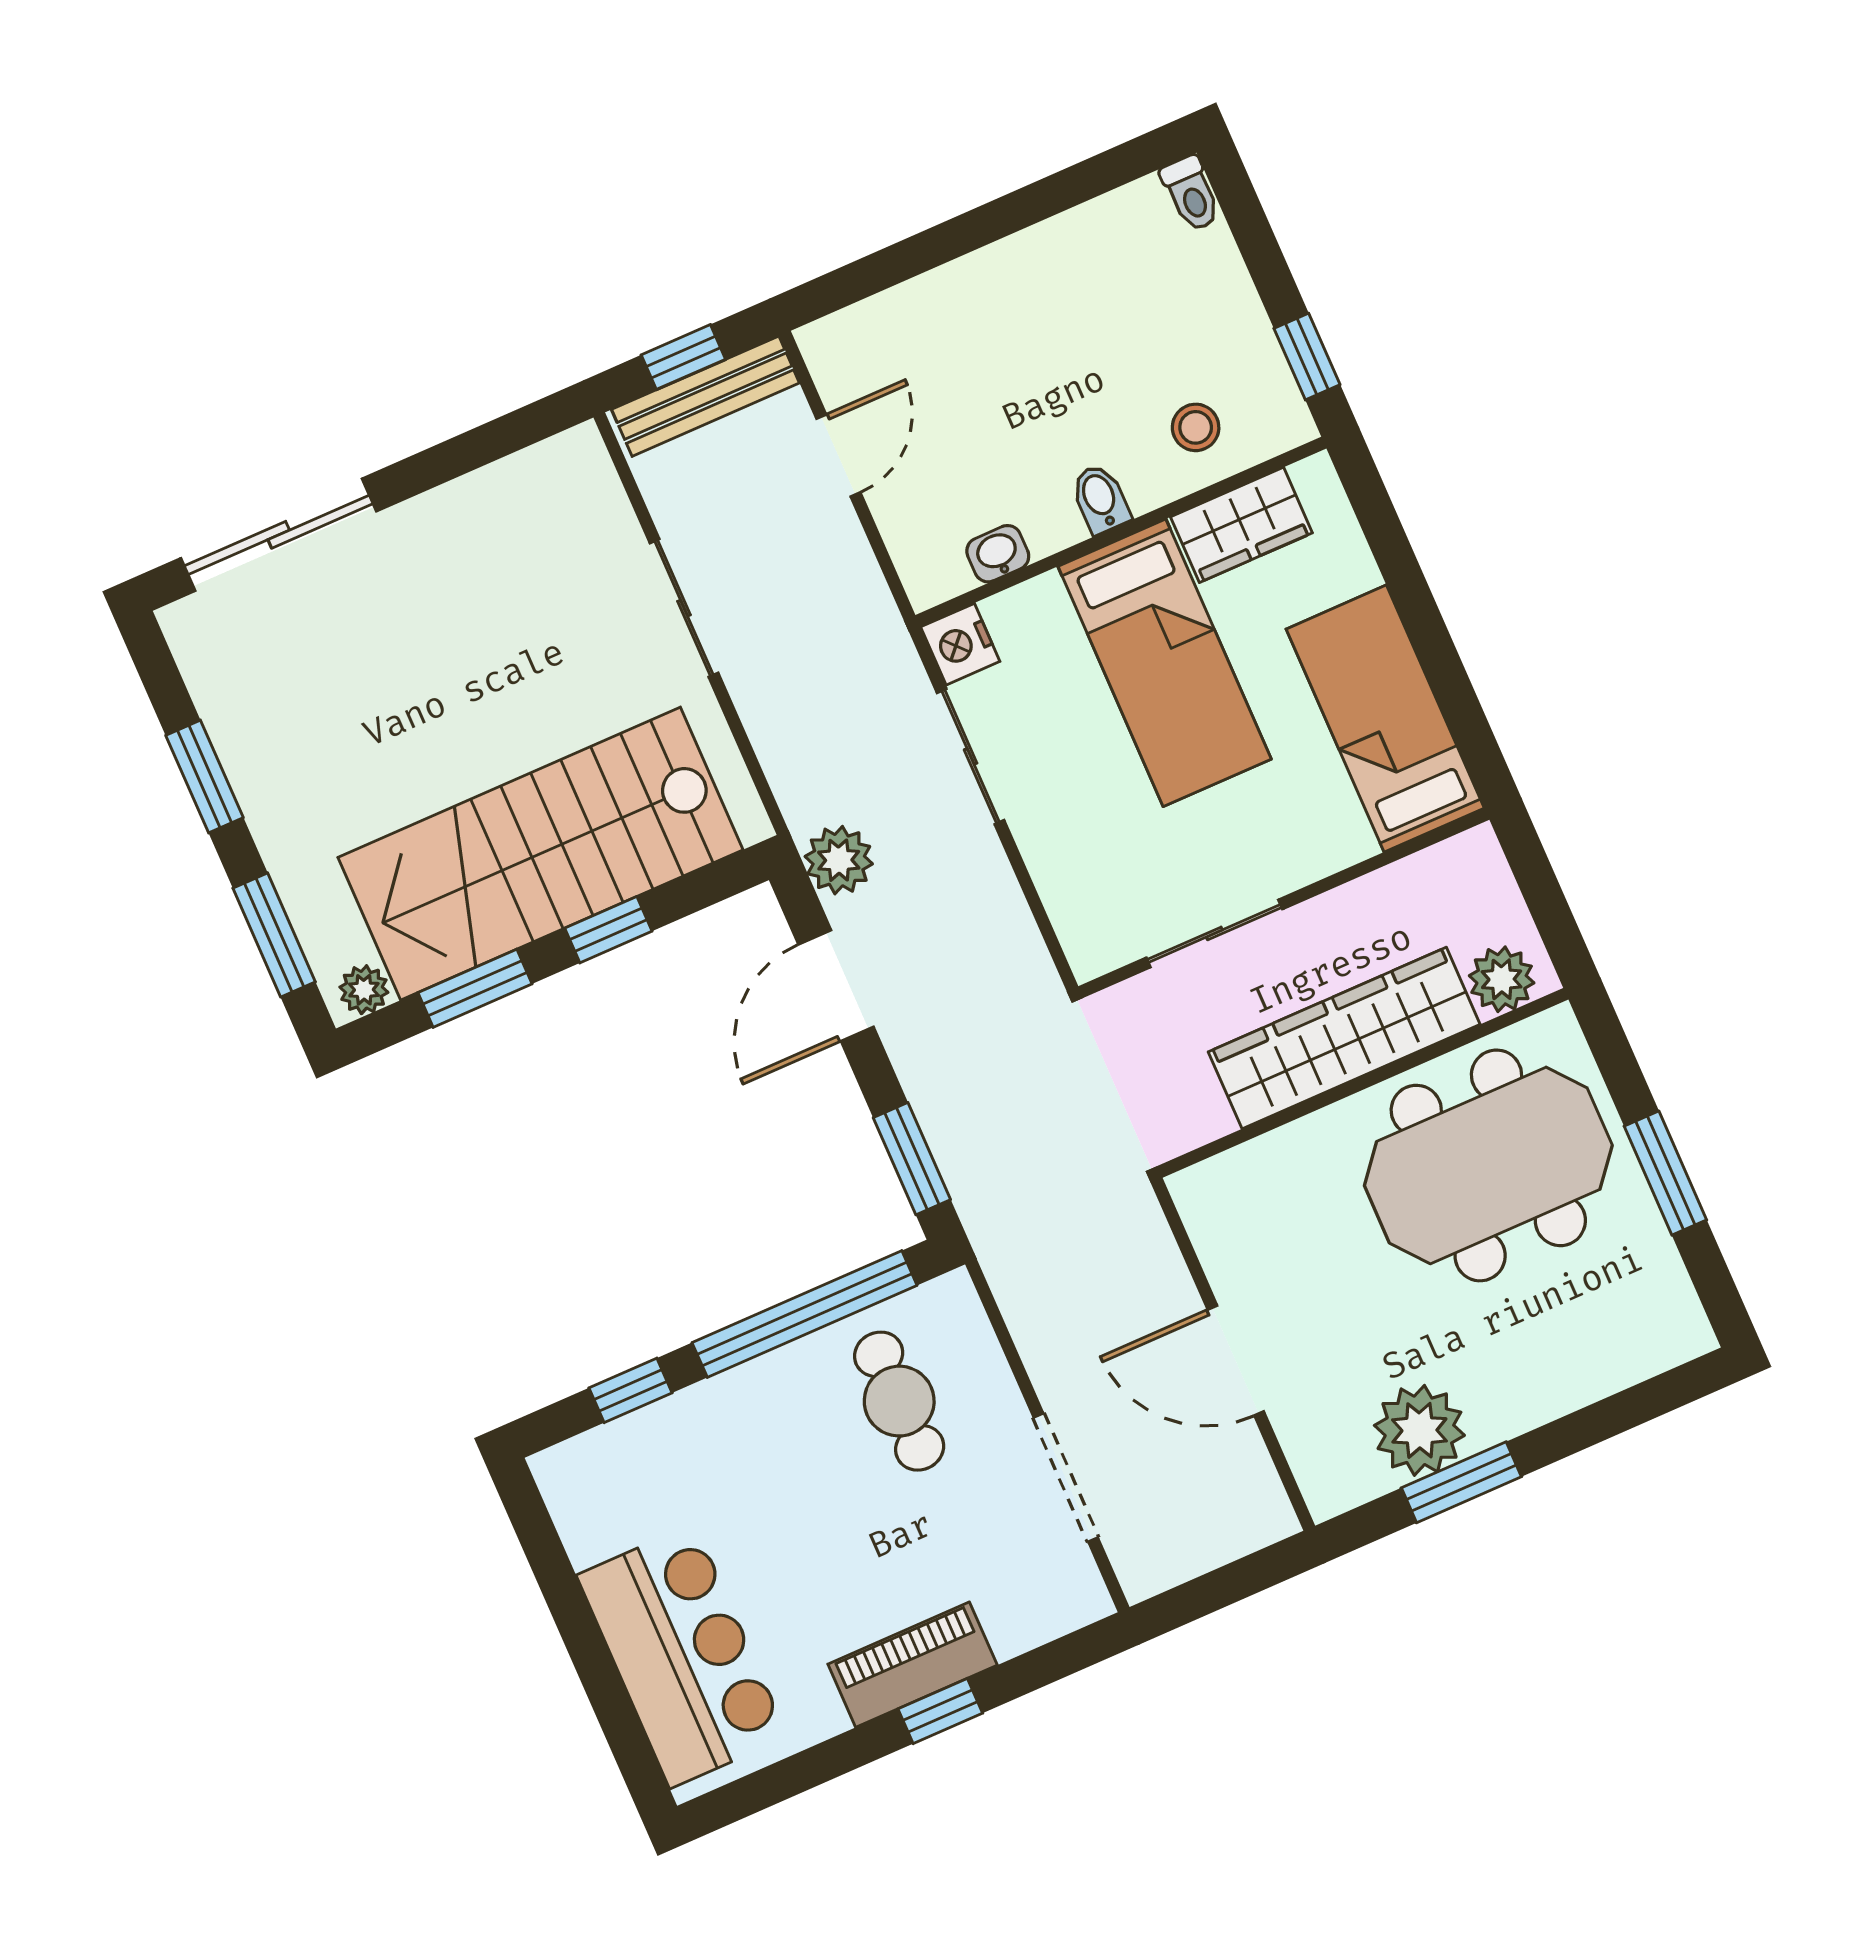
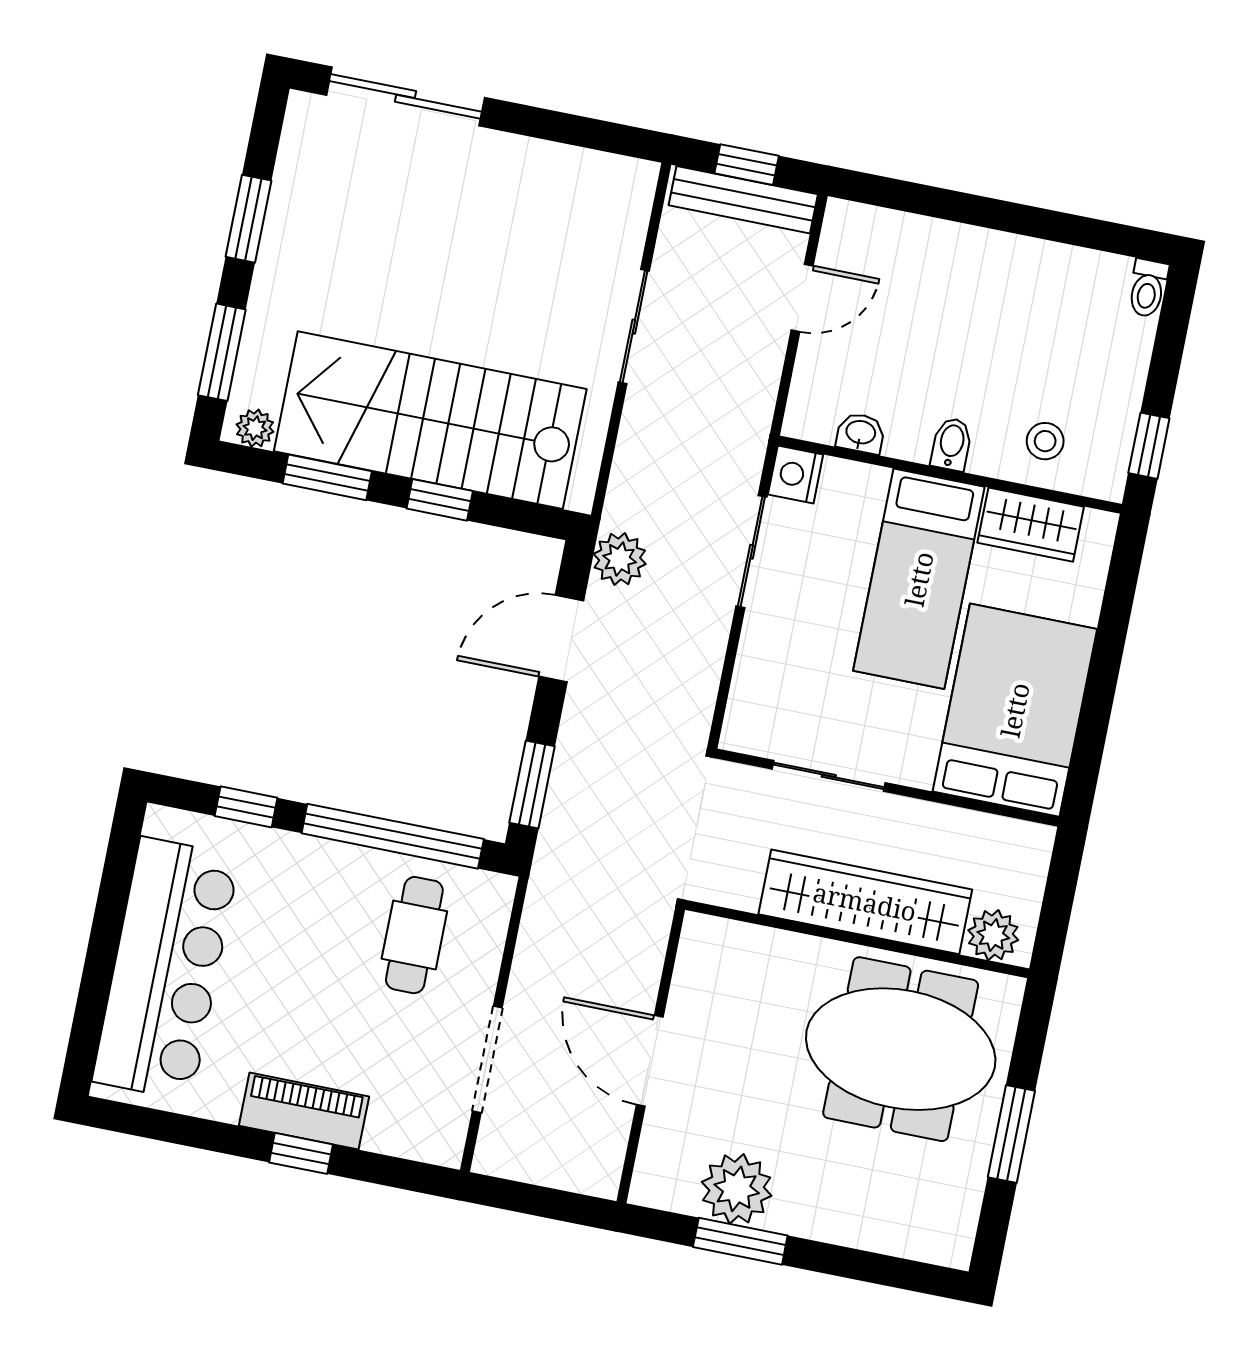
bed: (1385, 719) -> (1015, 710), width x1.50
bar counter: (682, 1656) -> (166, 969), width x1.36

